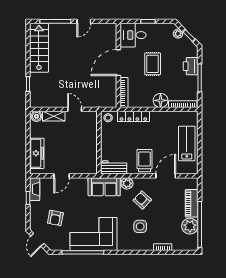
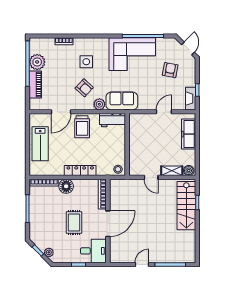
stairs: (39, 48) -> (186, 206), moved
printer: (191, 66) -> (36, 220), removed
locker: (133, 116) -> (80, 170), moved

